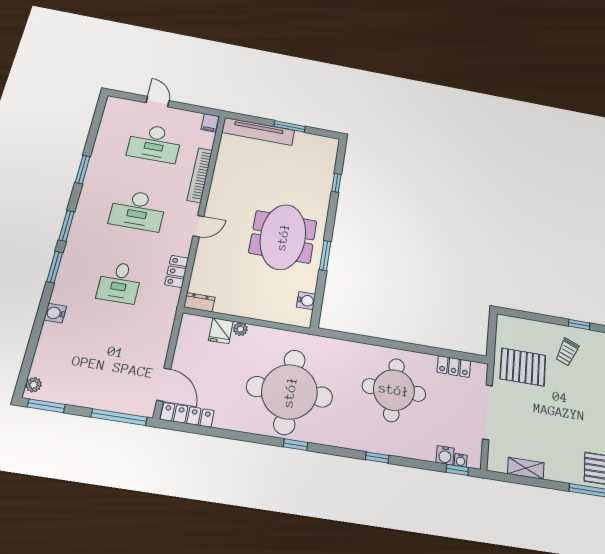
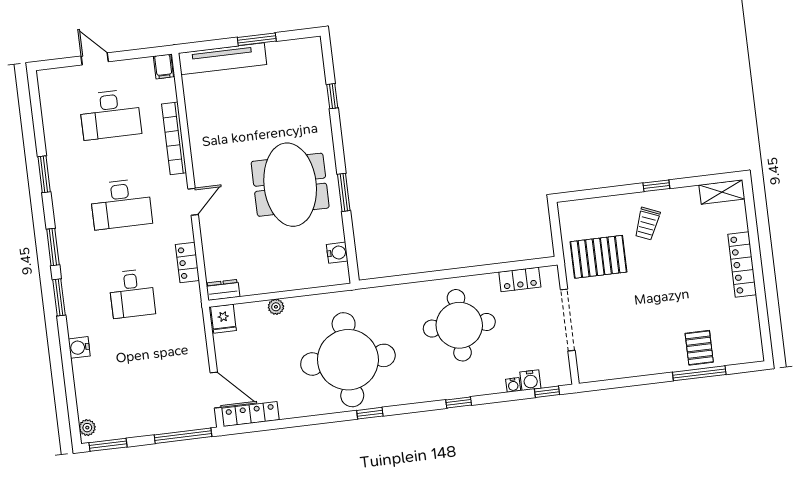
fridge: (221, 331) -> (223, 319), moved
water cooler: (461, 460) -> (513, 385), moved
shelving: (526, 468) -> (622, 369), removed

